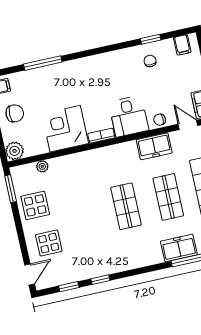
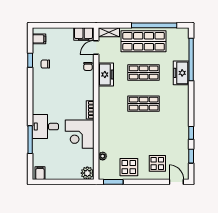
chair: (15, 113) -> (61, 167), removed
desk: (129, 116) -> (45, 127), moved, turned 180

